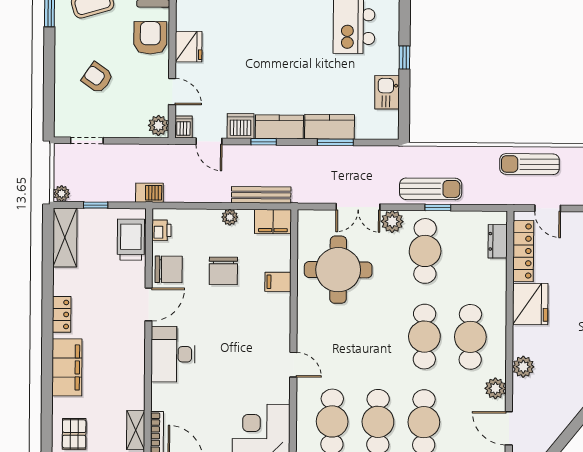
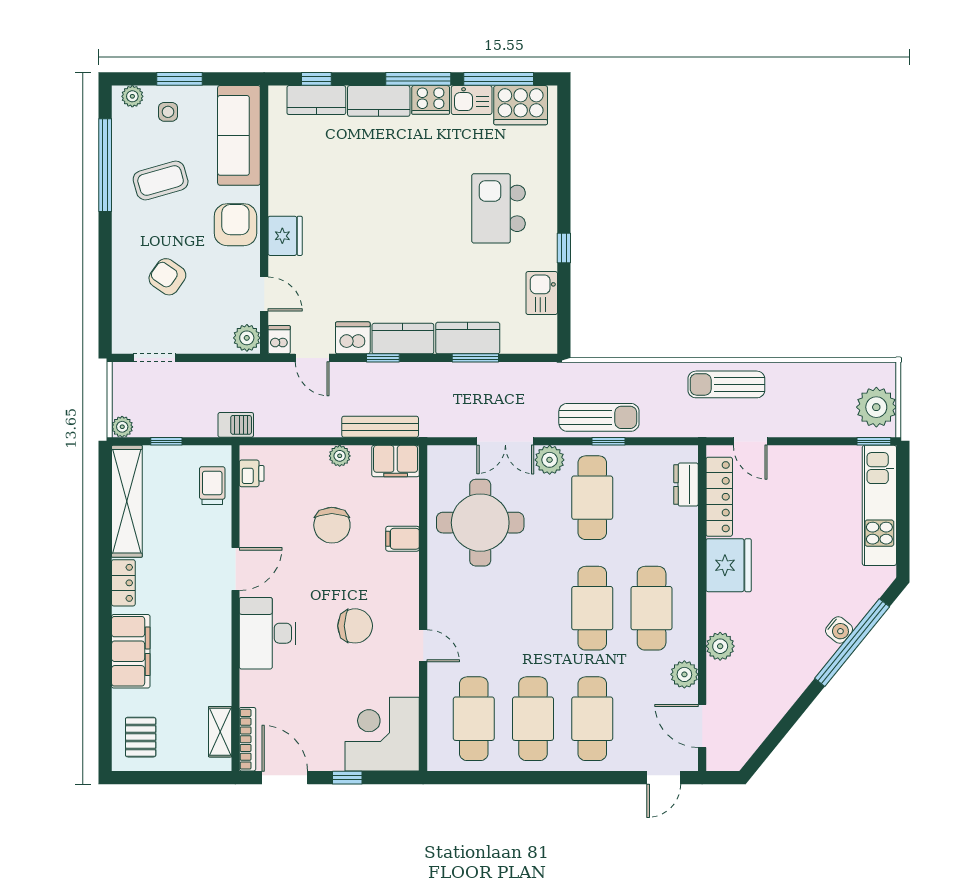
shelving: (65, 238) -> (127, 501), width x1.47
trolley: (131, 240) -> (212, 486), width x0.73, depth x0.72
chair: (169, 269) -> (355, 626), moved

